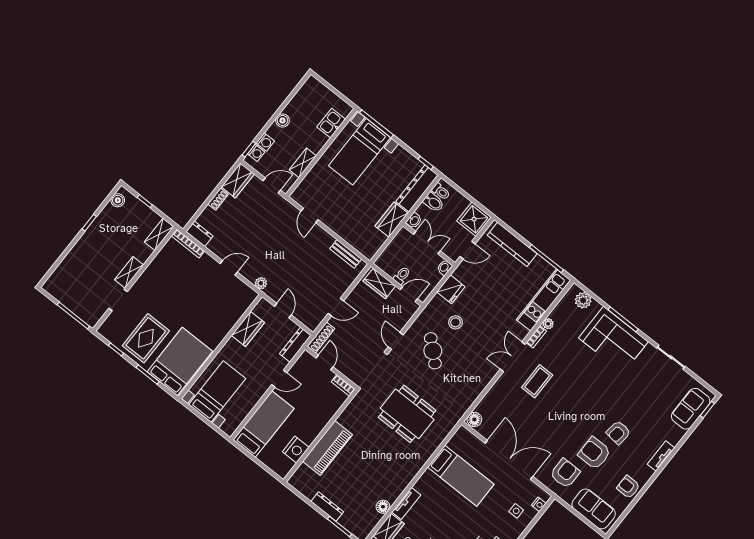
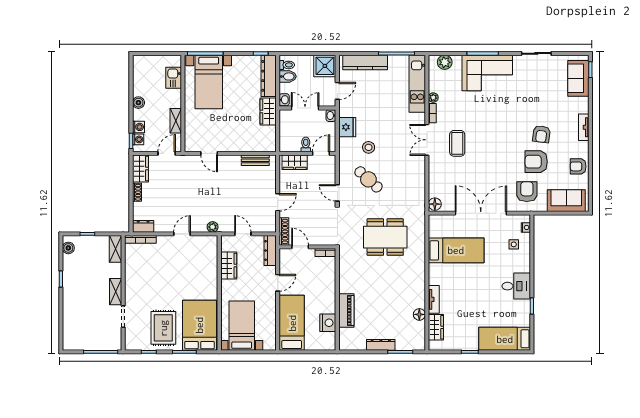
piano: (327, 448) -> (346, 310), width x0.73, depth x0.75

